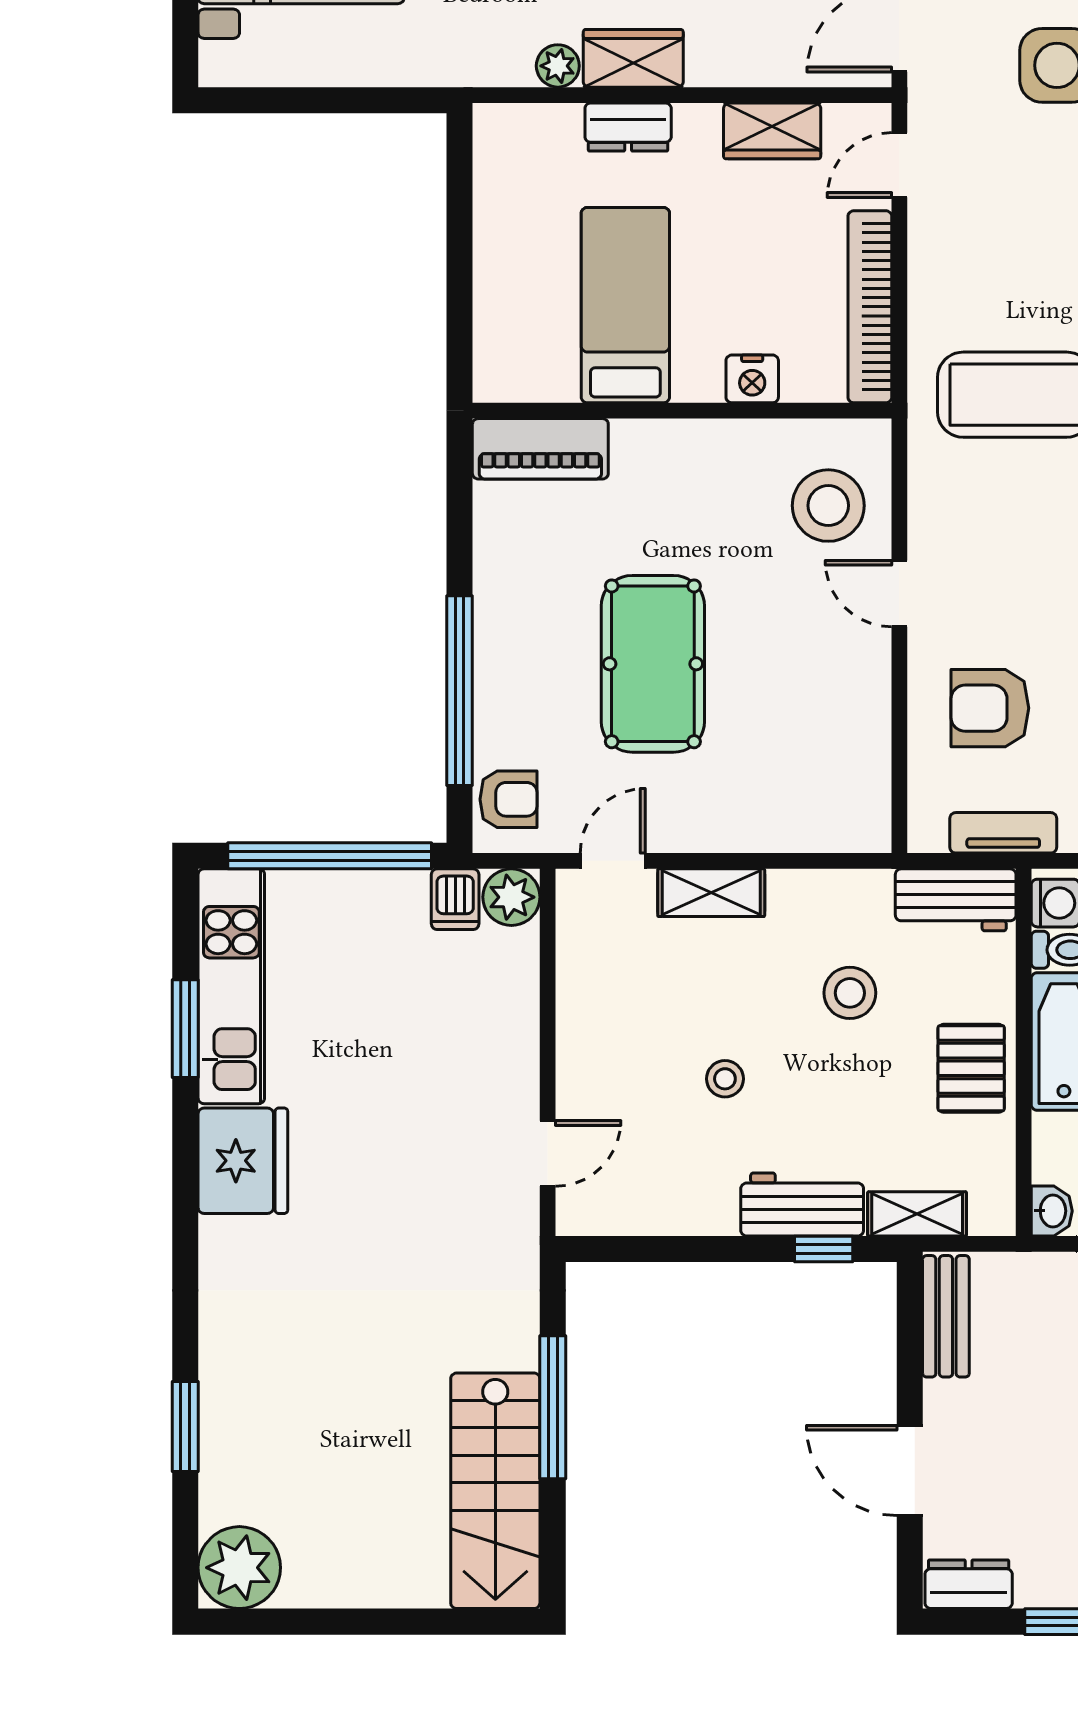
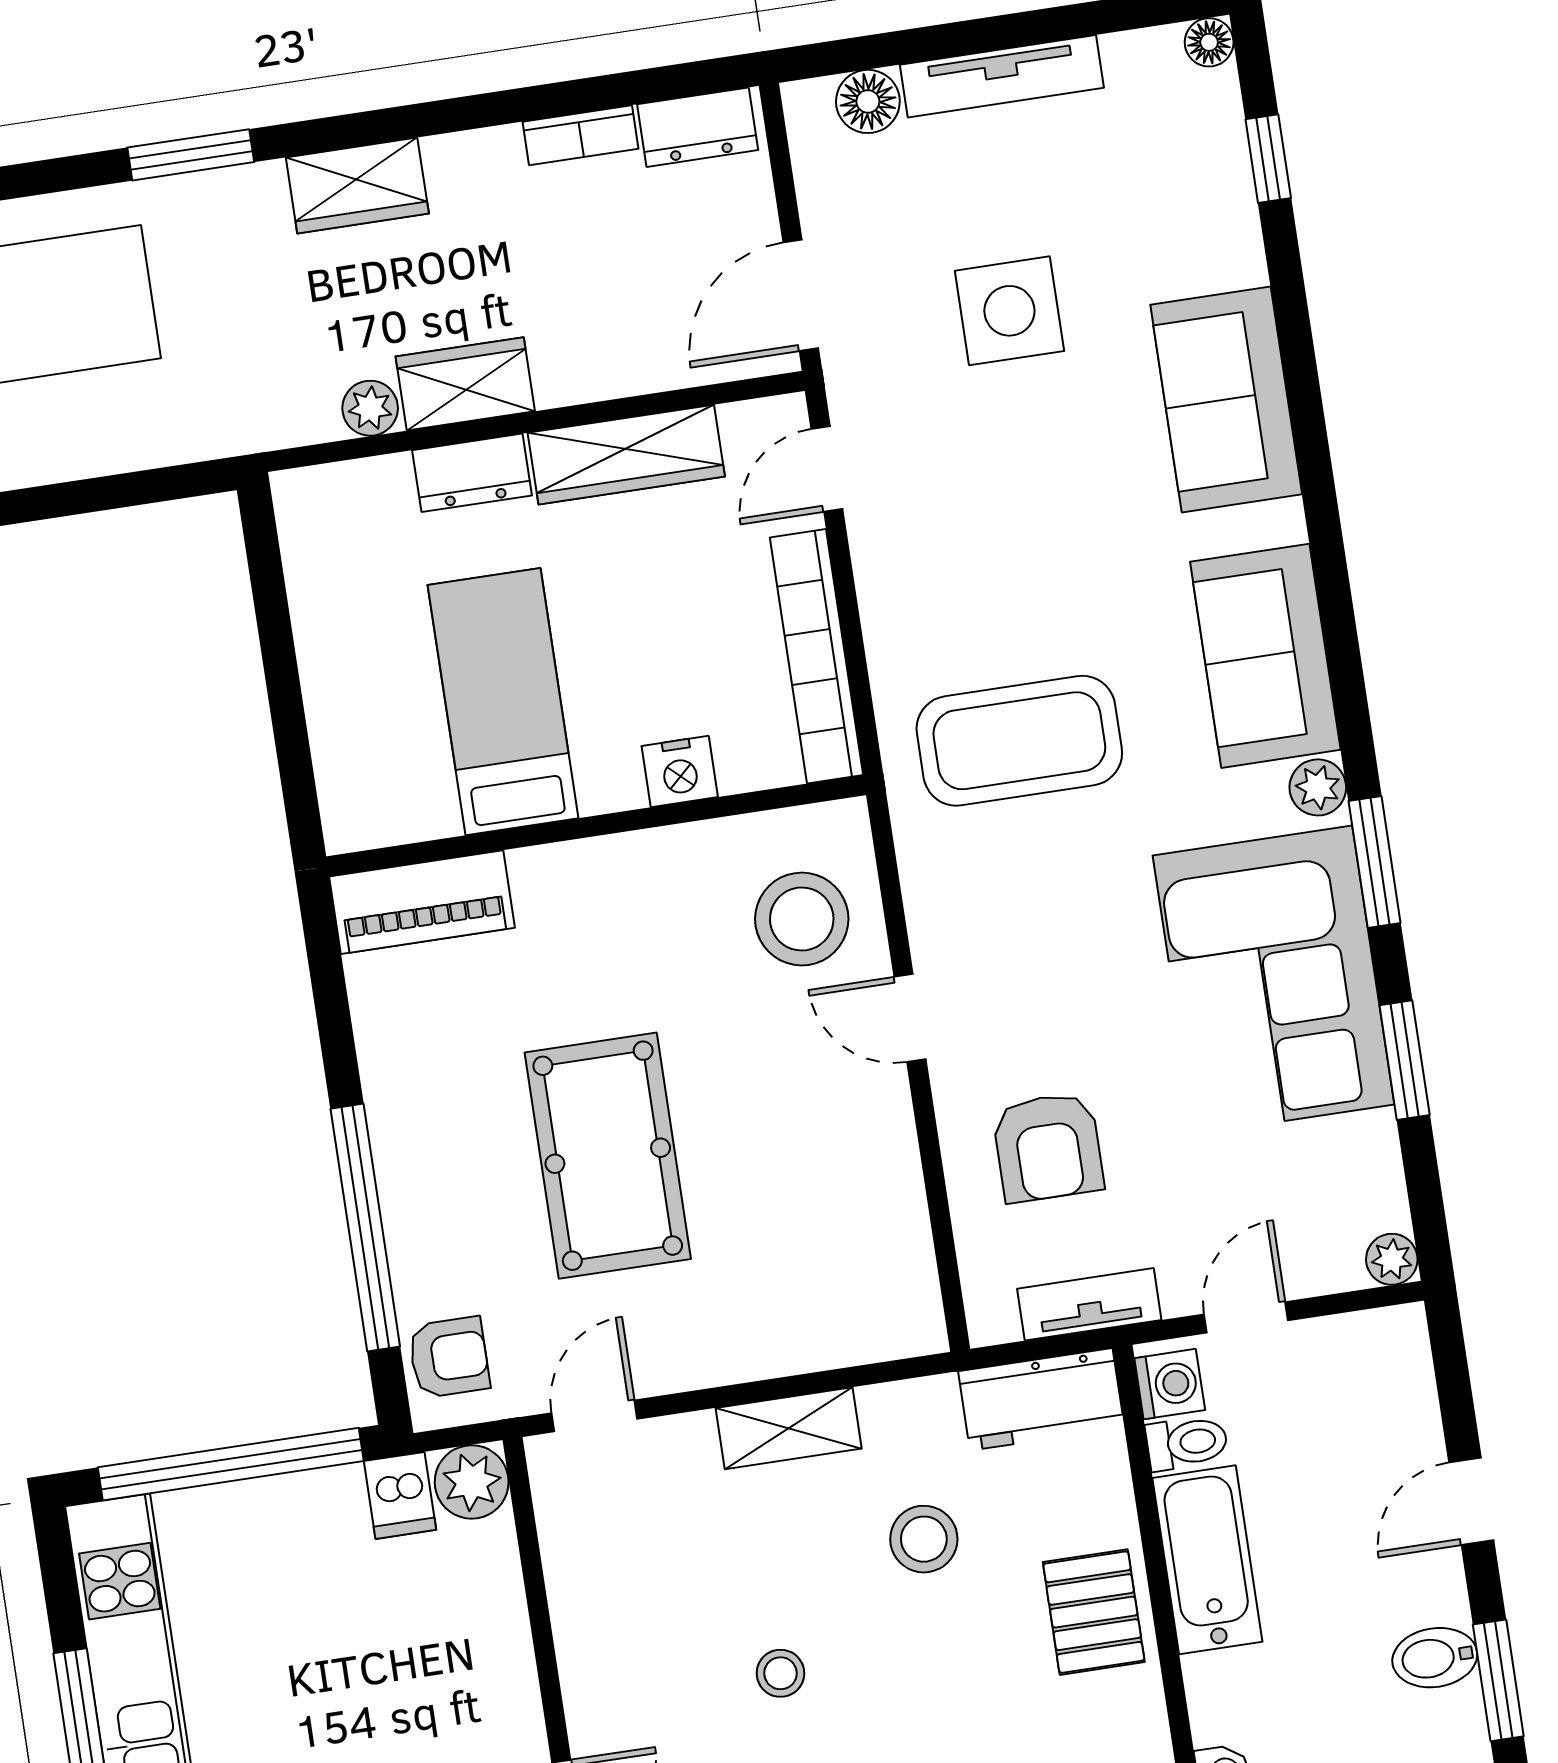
wardrobe: (772, 131) -> (626, 455), width x1.50
armchair: (990, 708) -> (1048, 1147), turned -90
shelving: (711, 893) -> (789, 1428), moved

